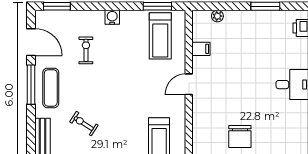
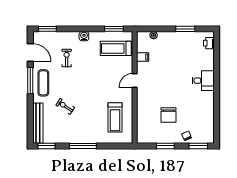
treadmill: (160, 36) -> (116, 48), turned 90

